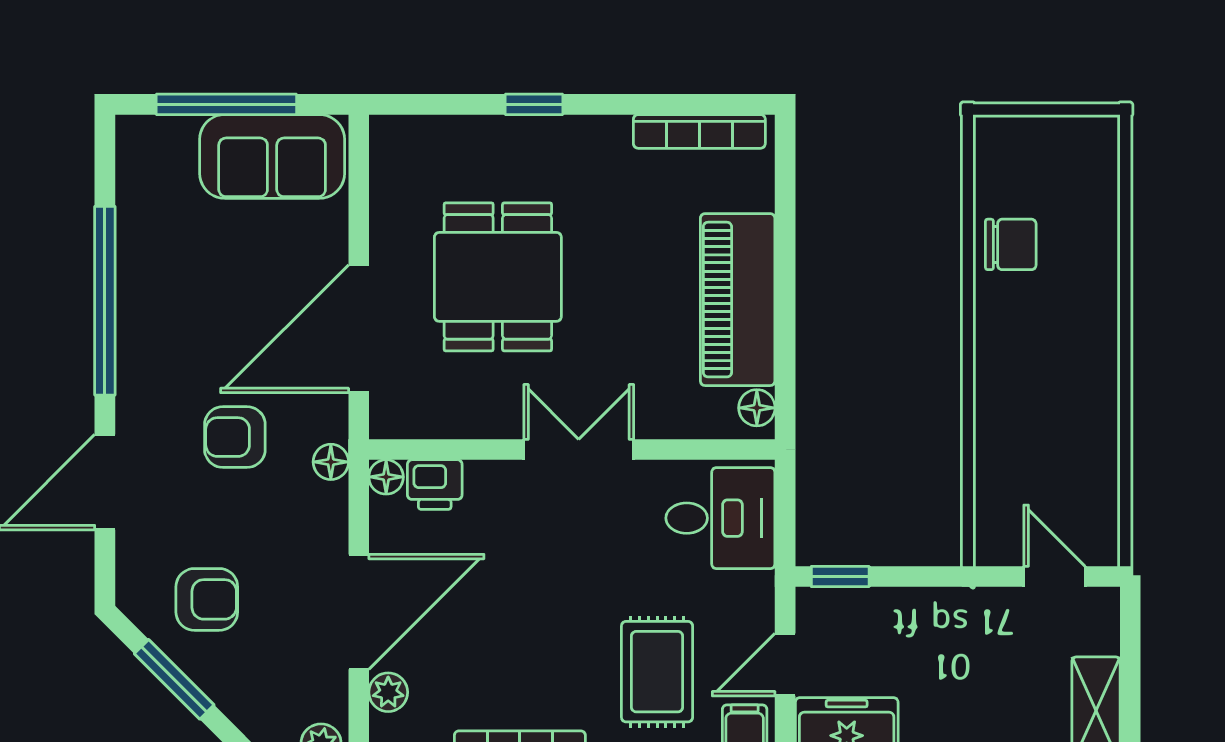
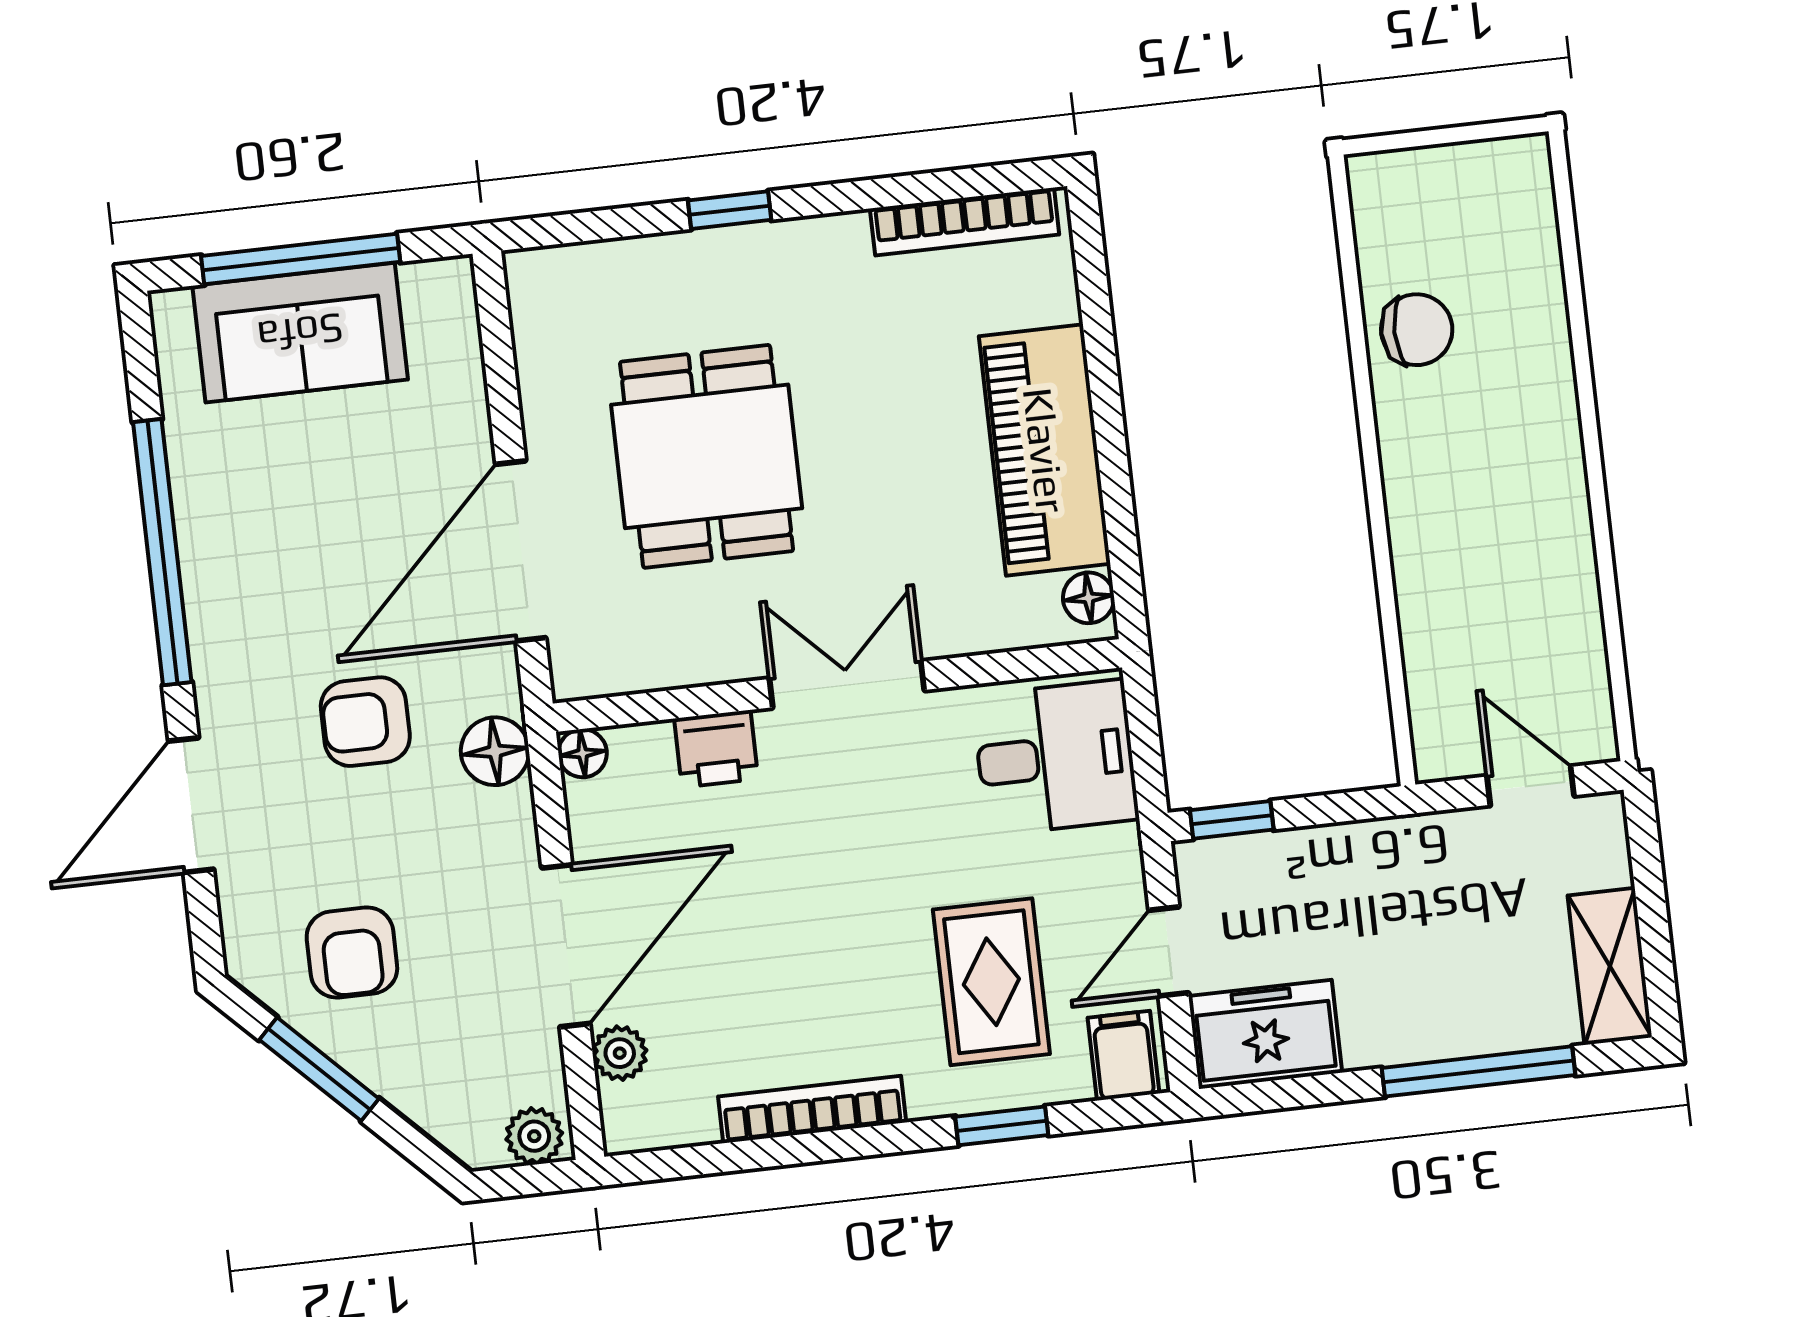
sofa: (272, 156) -> (300, 333), moved
floor lamp: (331, 462) -> (495, 751), width x1.37, depth x1.37
printer: (435, 485) -> (716, 749), moved
armchair: (207, 599) -> (352, 953), turned 90

